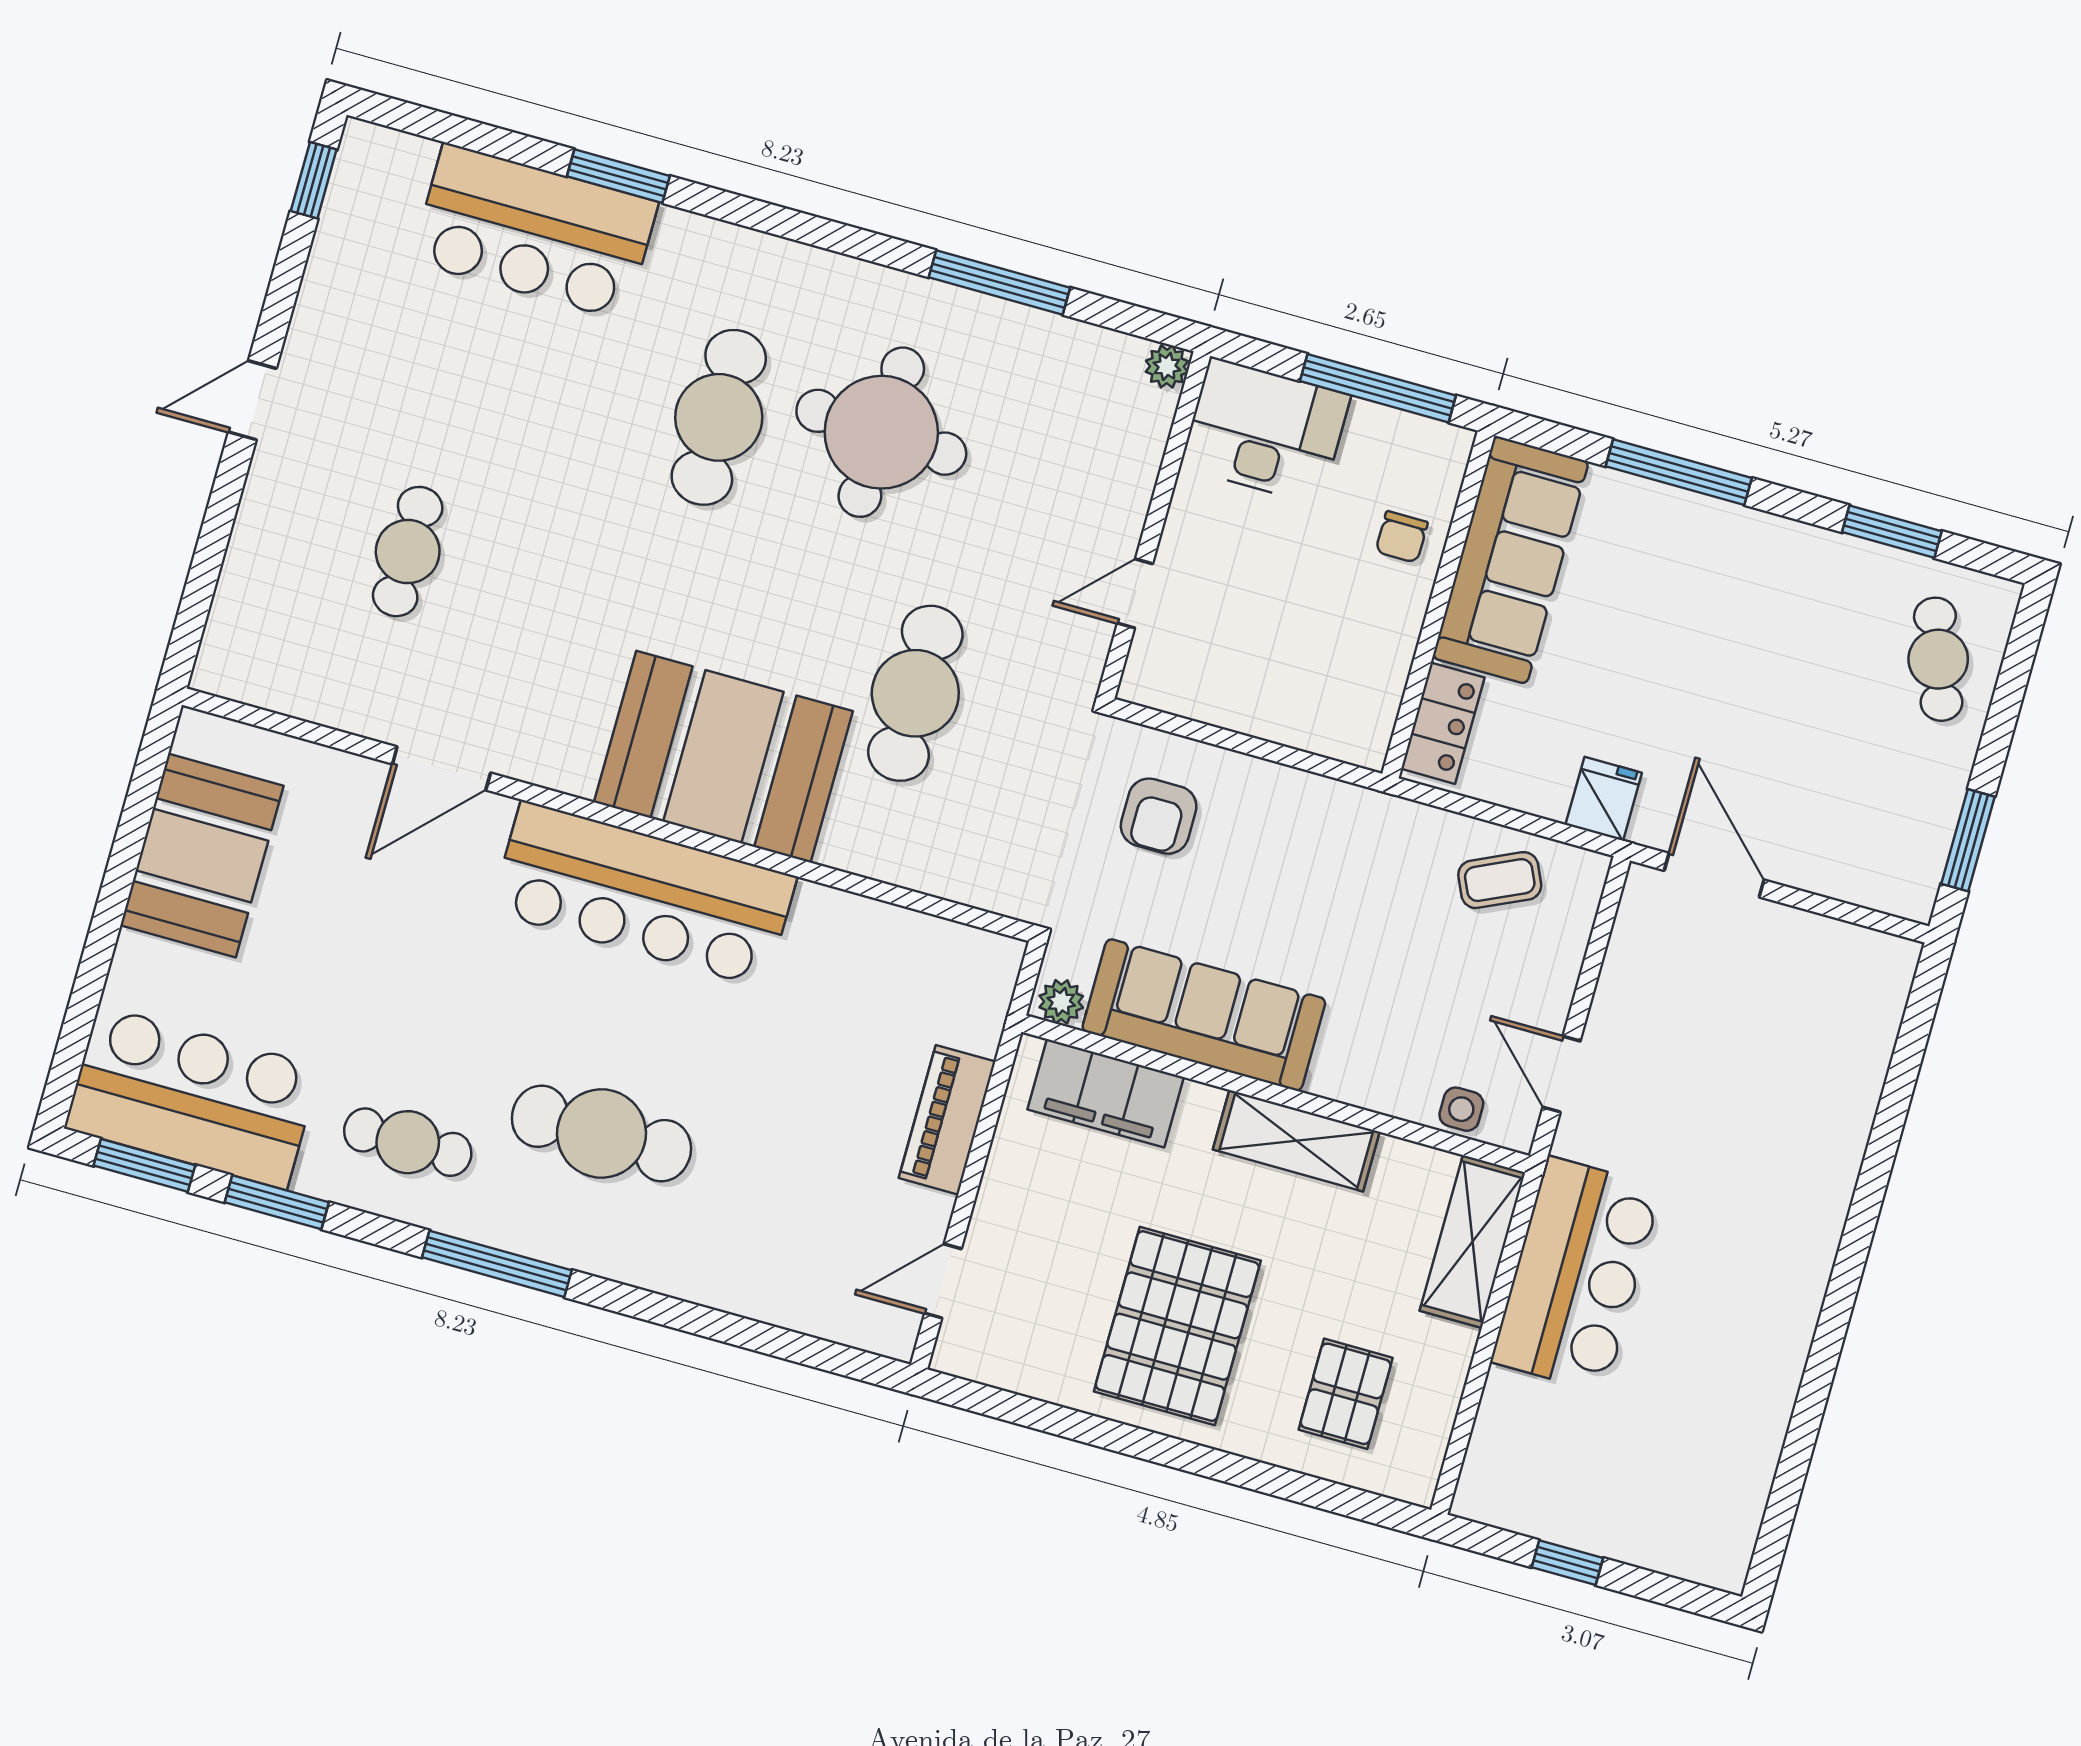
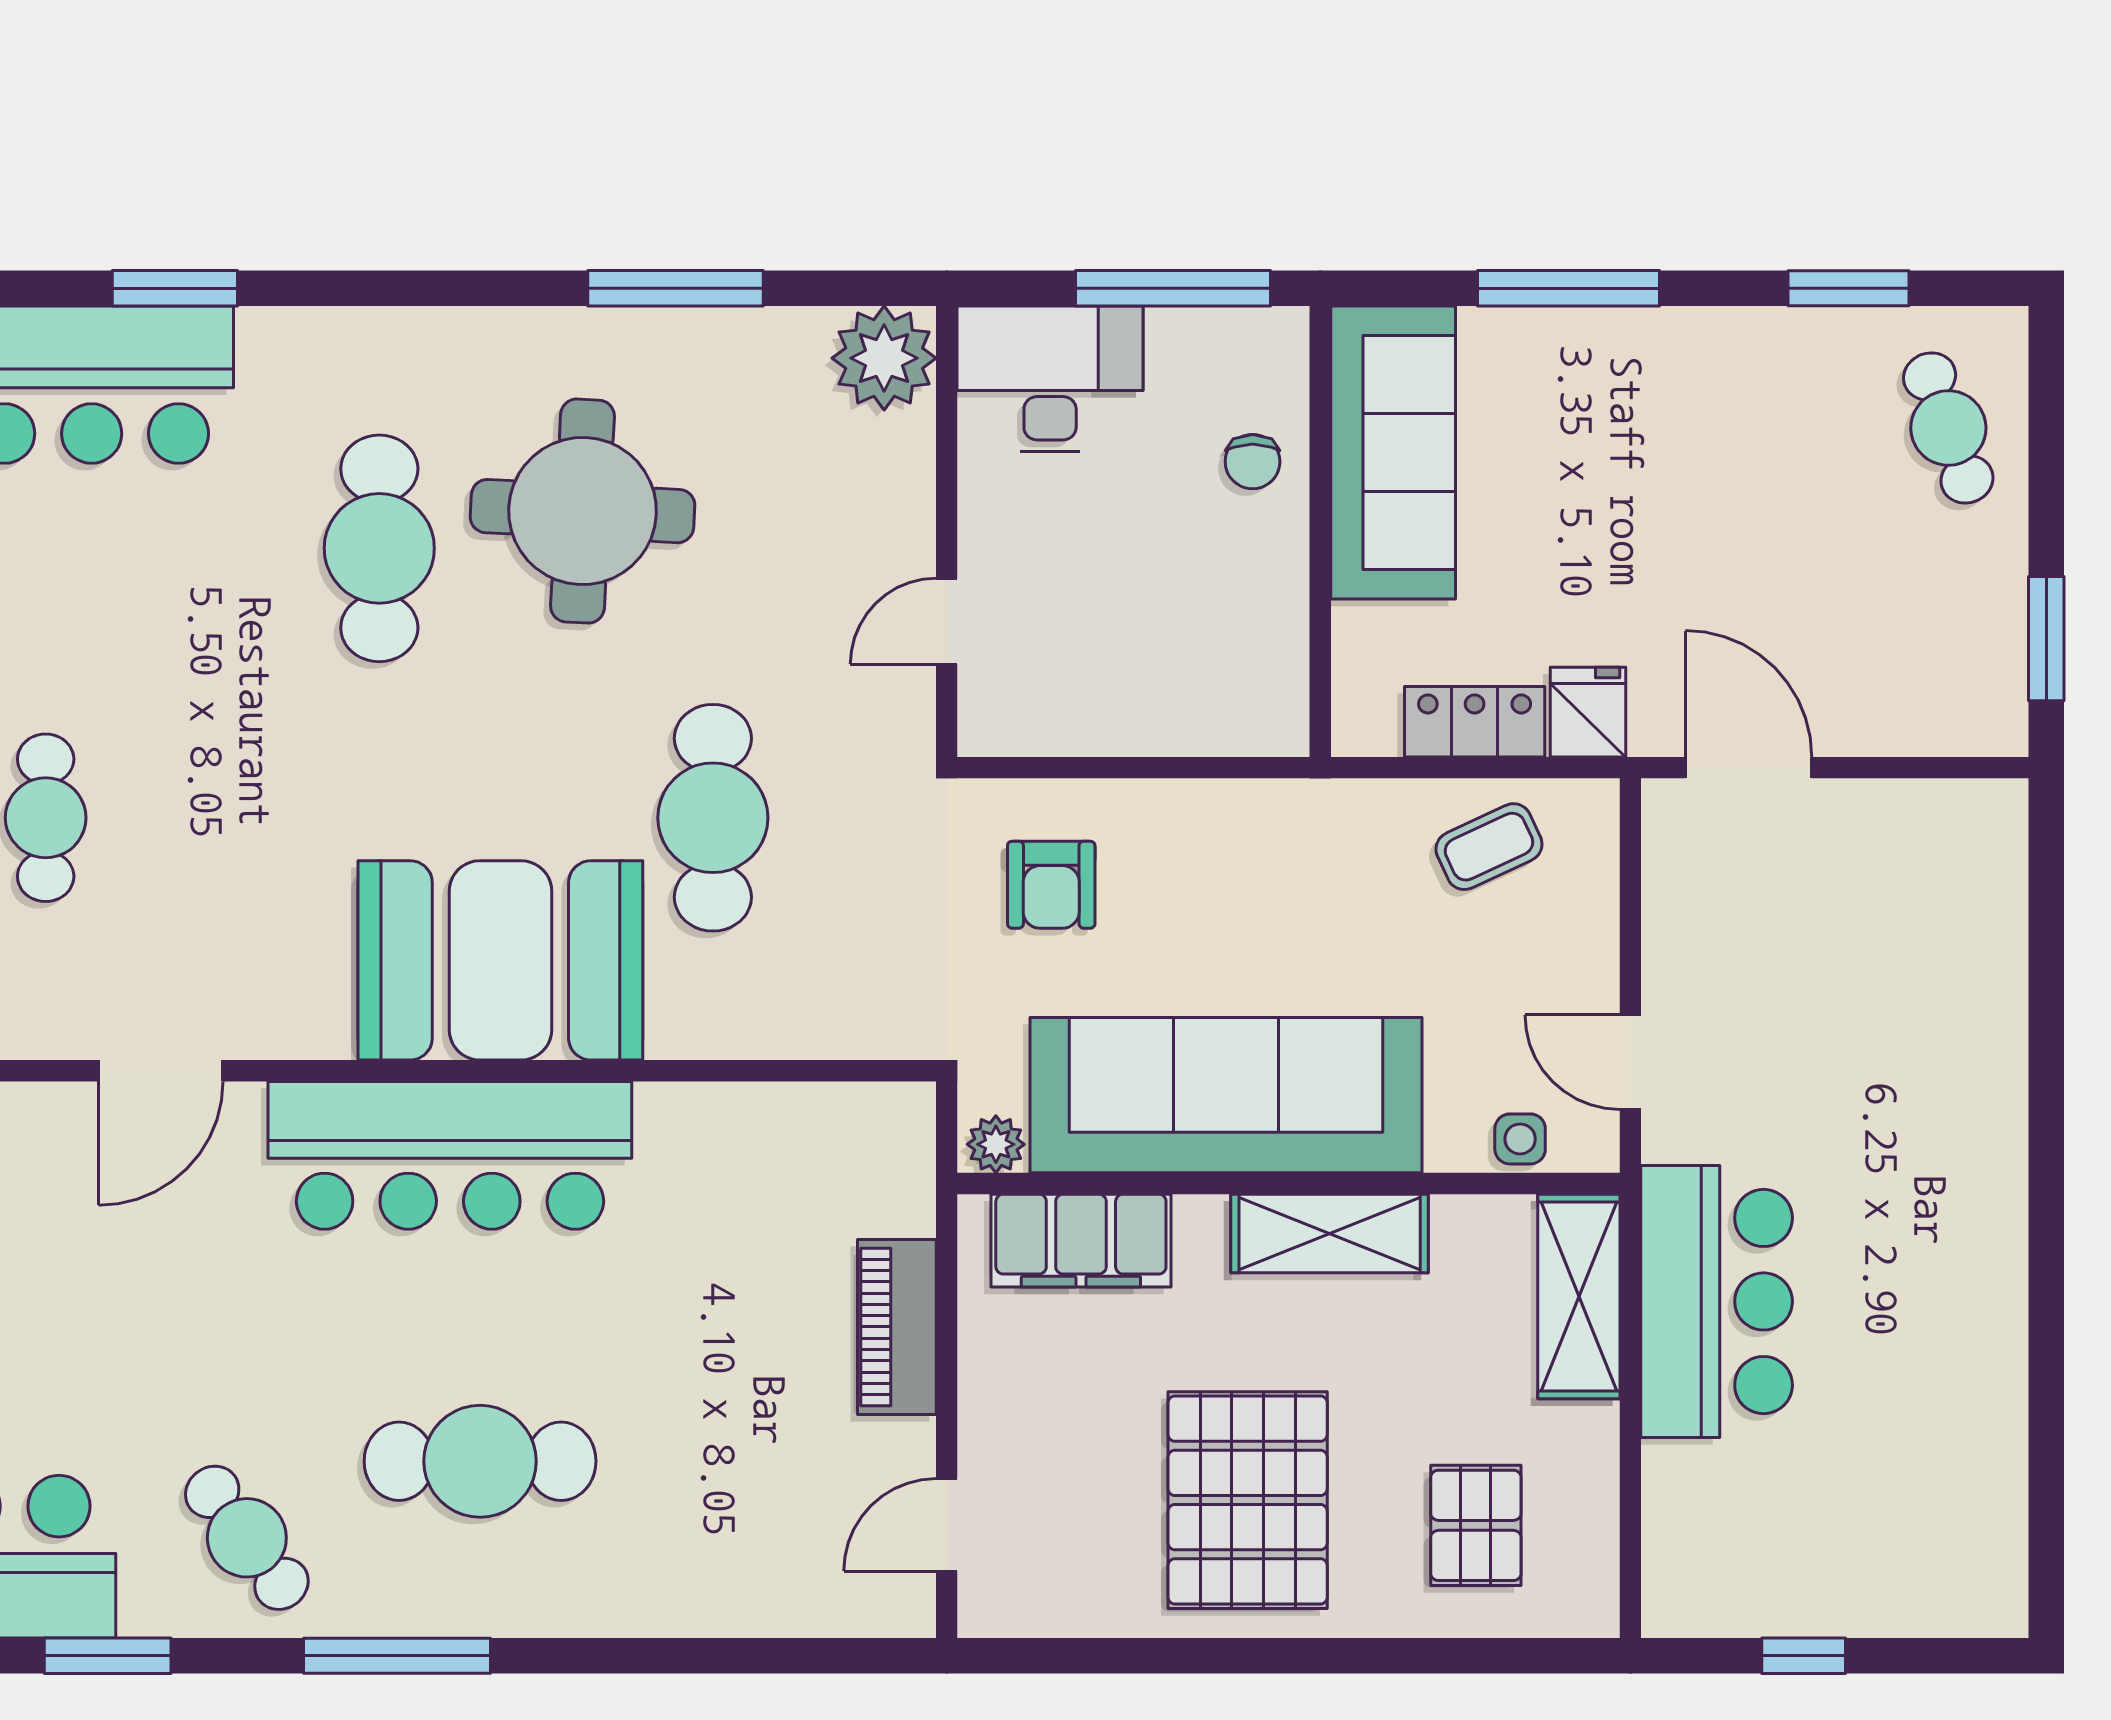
plant: (1167, 366) -> (884, 358), width x1.87, depth x1.87
locker: (1443, 723) -> (1475, 722), moved, turned -90
sofa: (1204, 1015) -> (1226, 1095), width x1.36, depth x1.27
cafe table: (408, 1142) -> (247, 1538), turned 53

